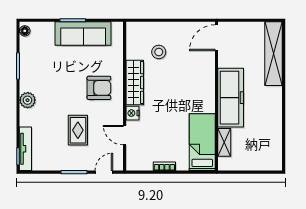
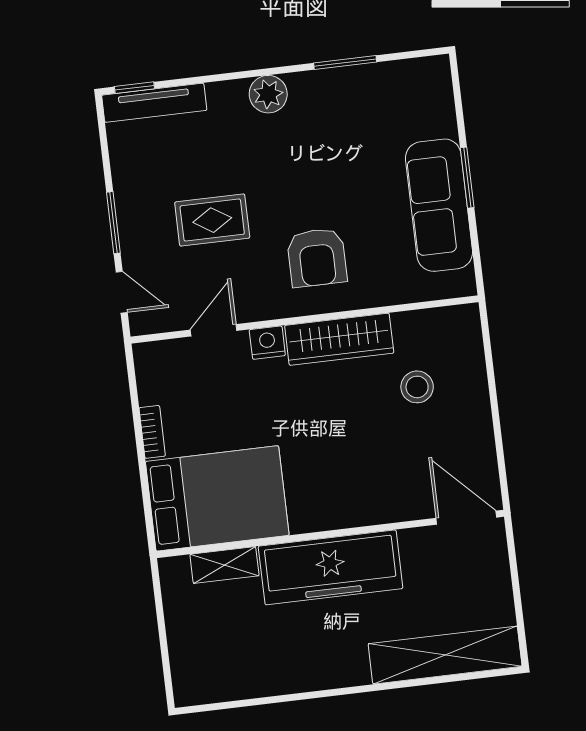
floor lamp: (25, 31) -> (429, 68), removed
bed: (202, 142) -> (217, 498), width x1.50

